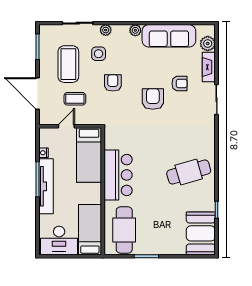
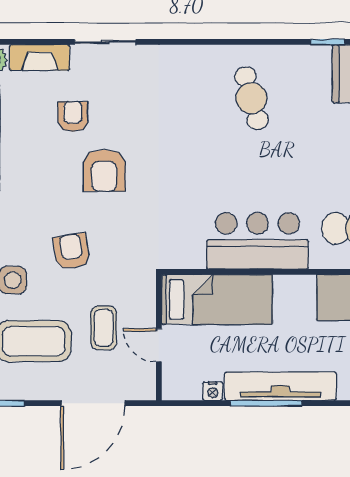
armchair: (113, 83) -> (72, 251), turned 81
armchair: (153, 99) -> (104, 170), turned -90
cafe table: (189, 172) -> (252, 98), width x0.73, depth x0.74

